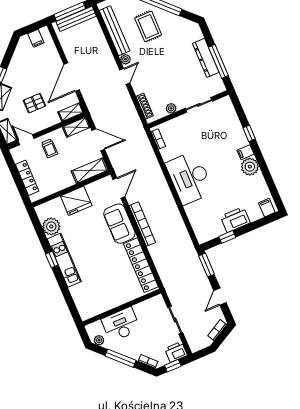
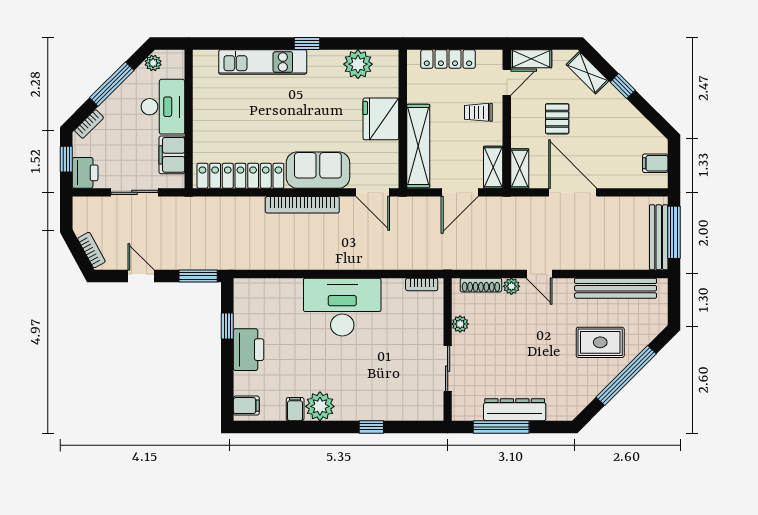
plant: (125, 59) -> (511, 286), moved
filing cabinet: (246, 152) -> (295, 409), moved
shelving: (90, 171) -> (418, 146), width x1.47
kitchen unit: (64, 260) -> (263, 62), moved
filing cabinet: (146, 308) -> (172, 155), added

